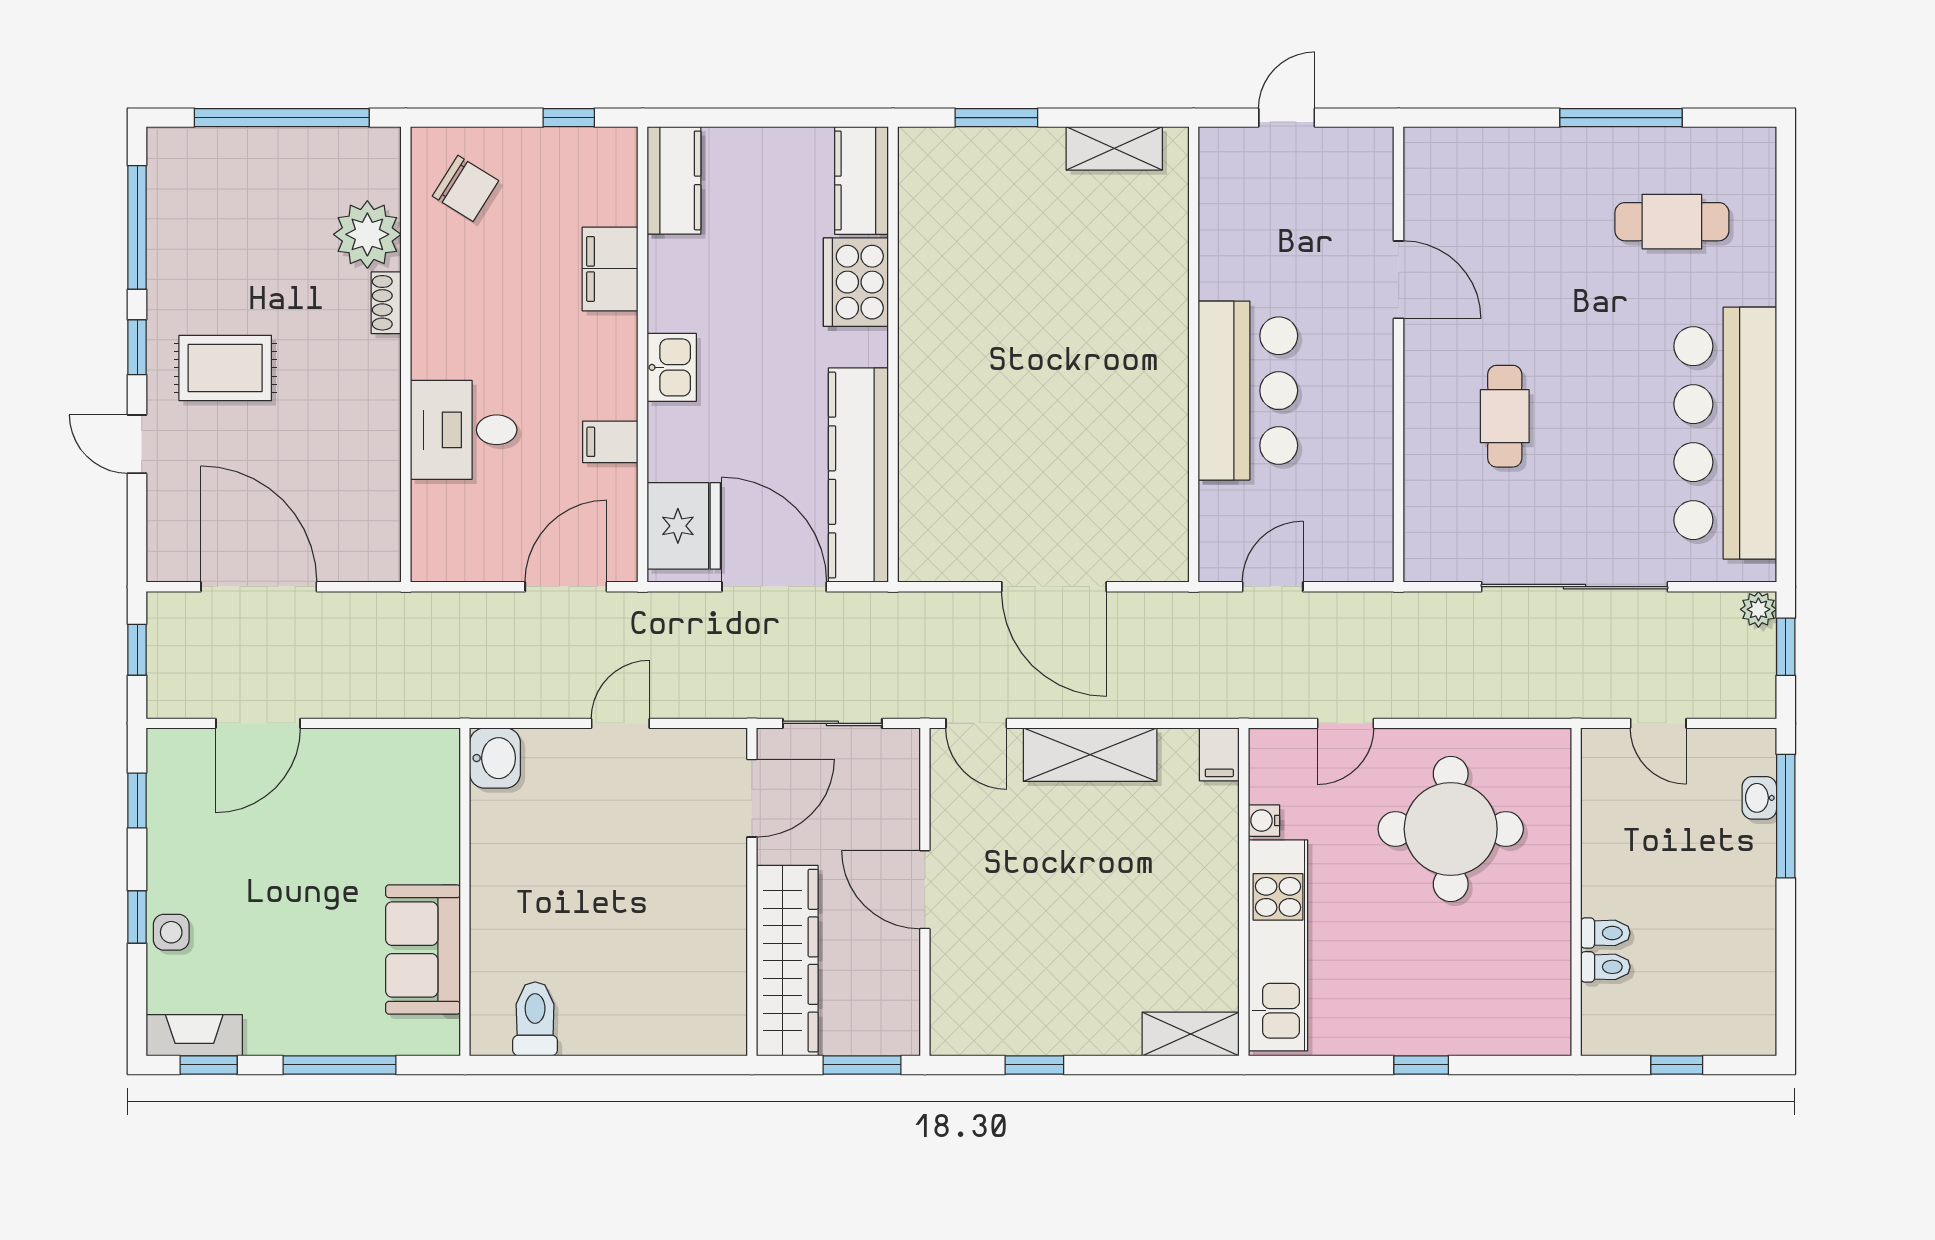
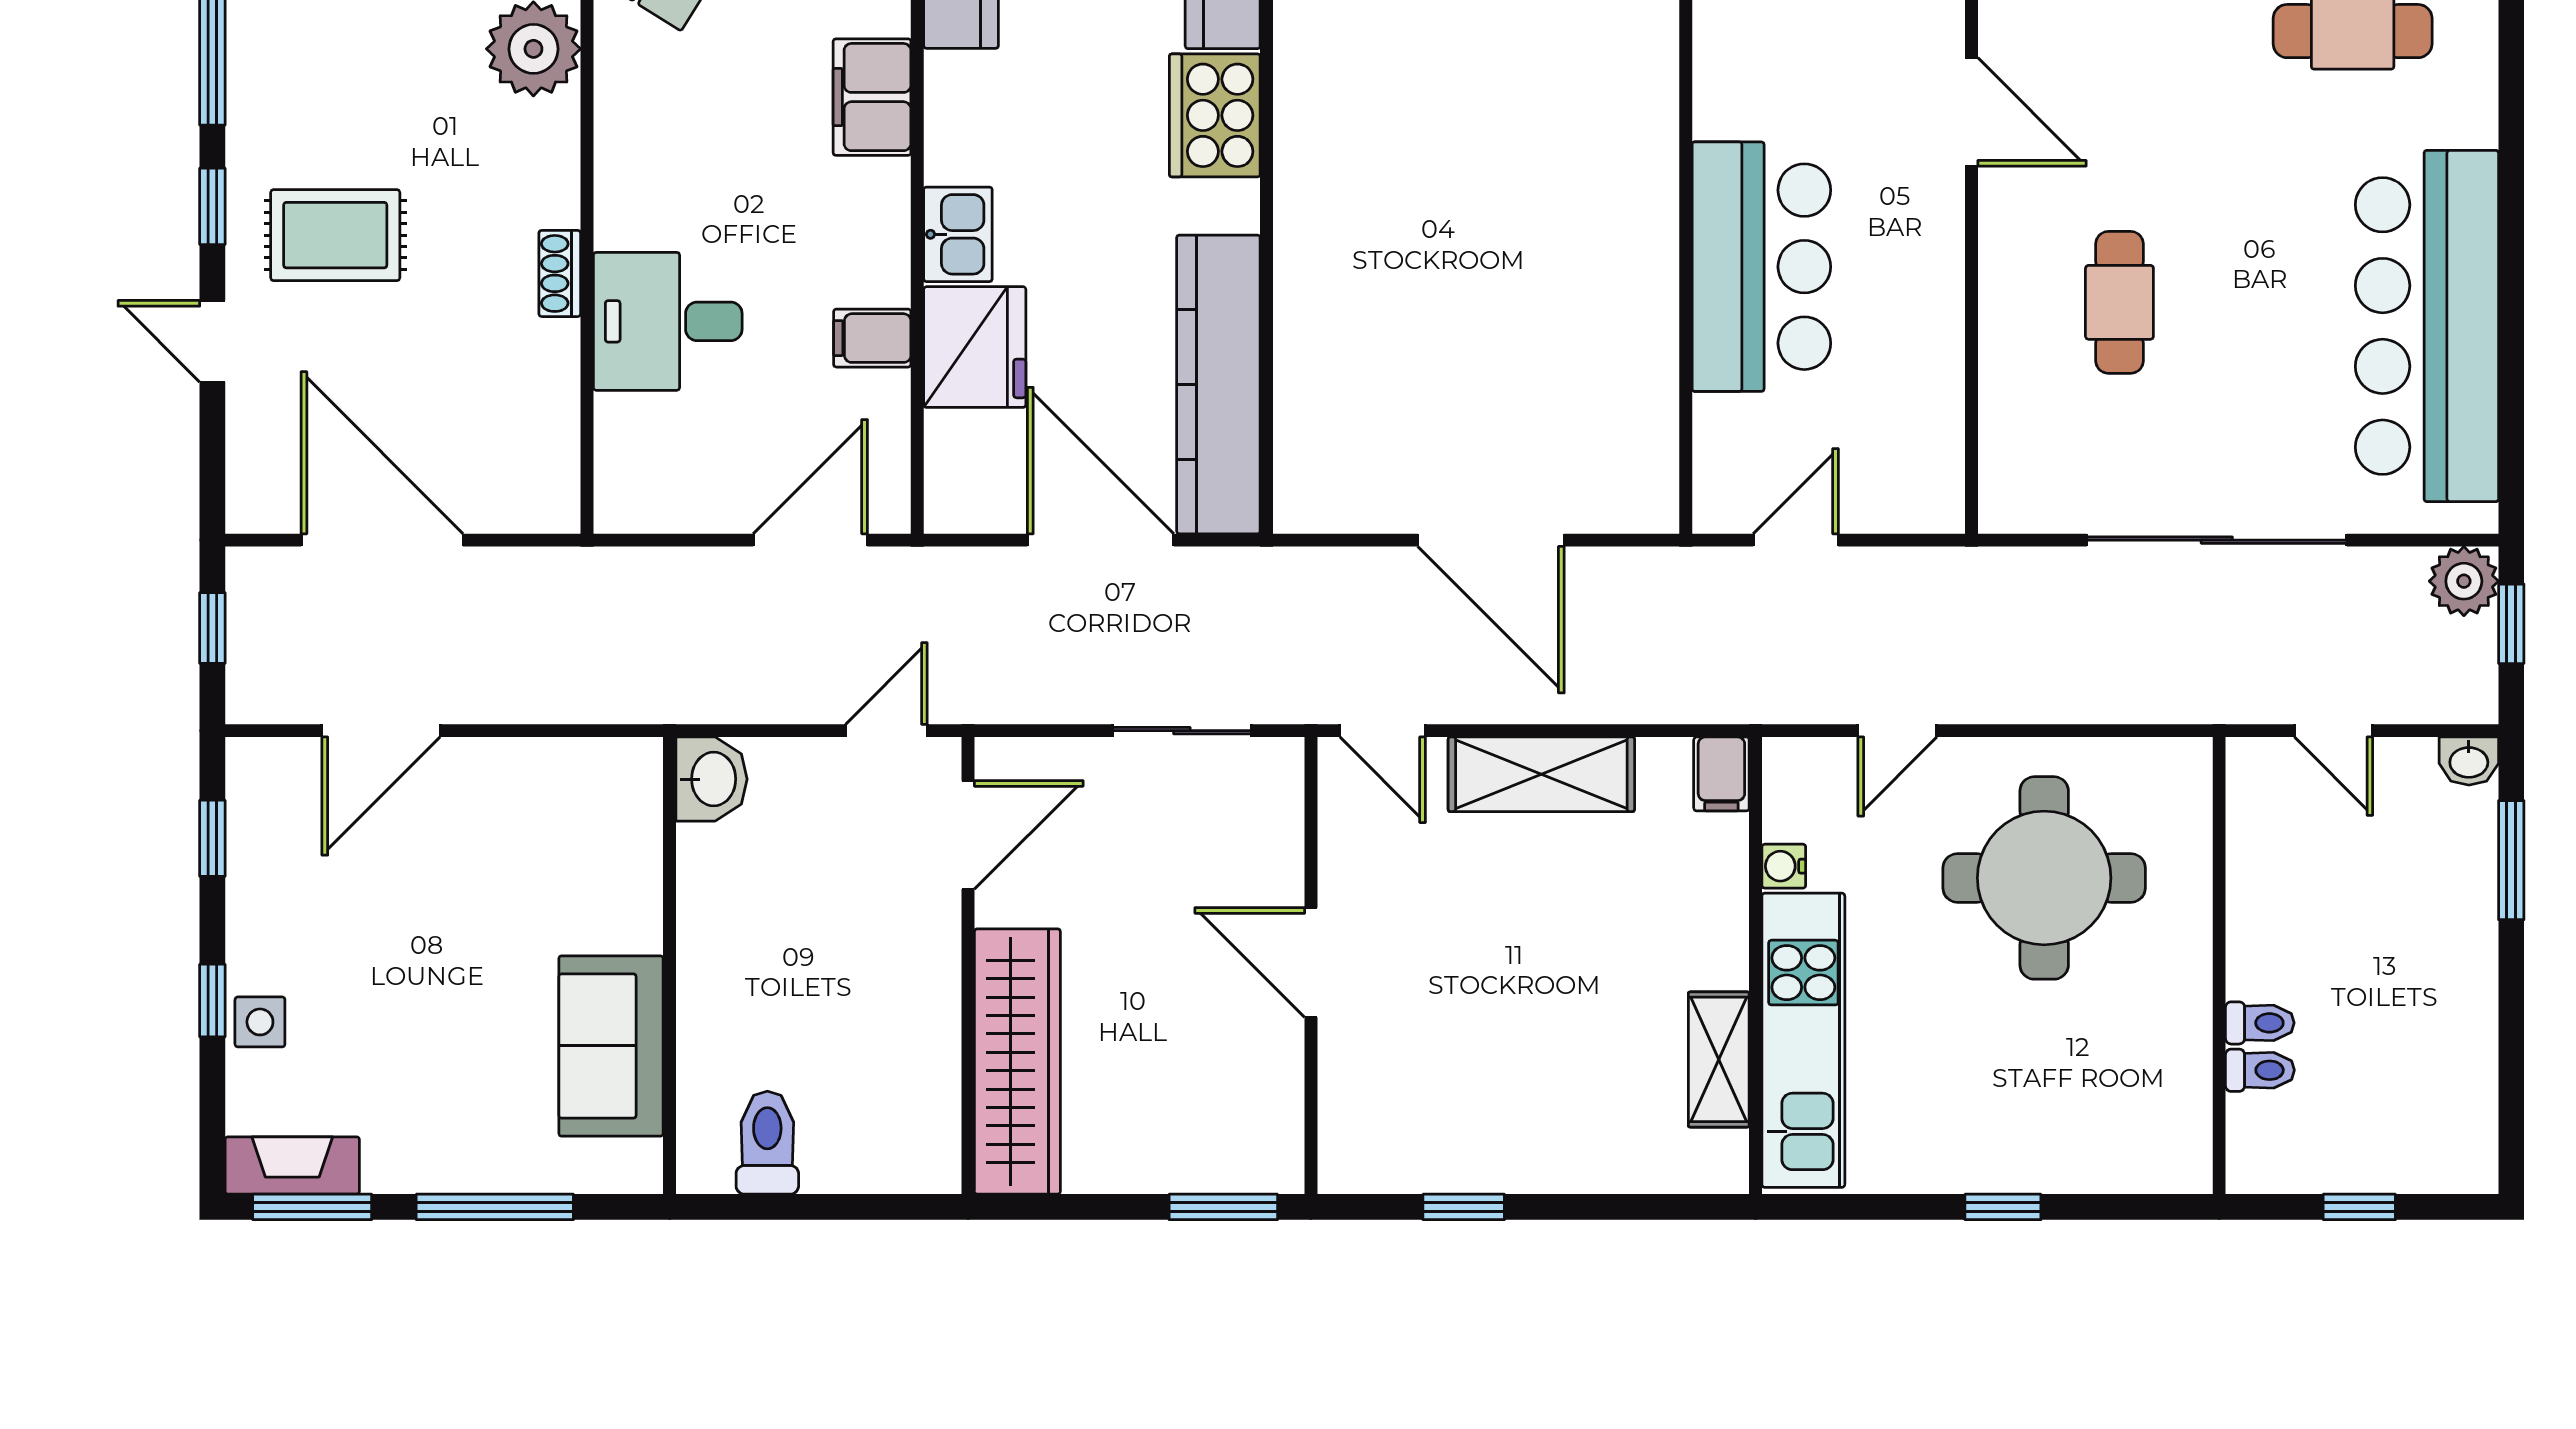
shoe rack: (386, 303) -> (560, 273), moved
fridge: (684, 526) -> (975, 347), moved
plant: (1758, 609) -> (2464, 581), width x1.38, depth x1.38
door: (752, 798) -> (968, 835), moved
washbasin: (1759, 798) -> (2469, 761), moved, turned -90
window: (1786, 816) -> (2511, 860), width x0.69
wall: (752, 892) -> (968, 966), moved
wardrobe: (787, 961) -> (1017, 1062), moved
shelving: (1191, 1034) -> (1719, 1059), moved, turned 90
window: (209, 1065) -> (312, 1207), width x1.50

